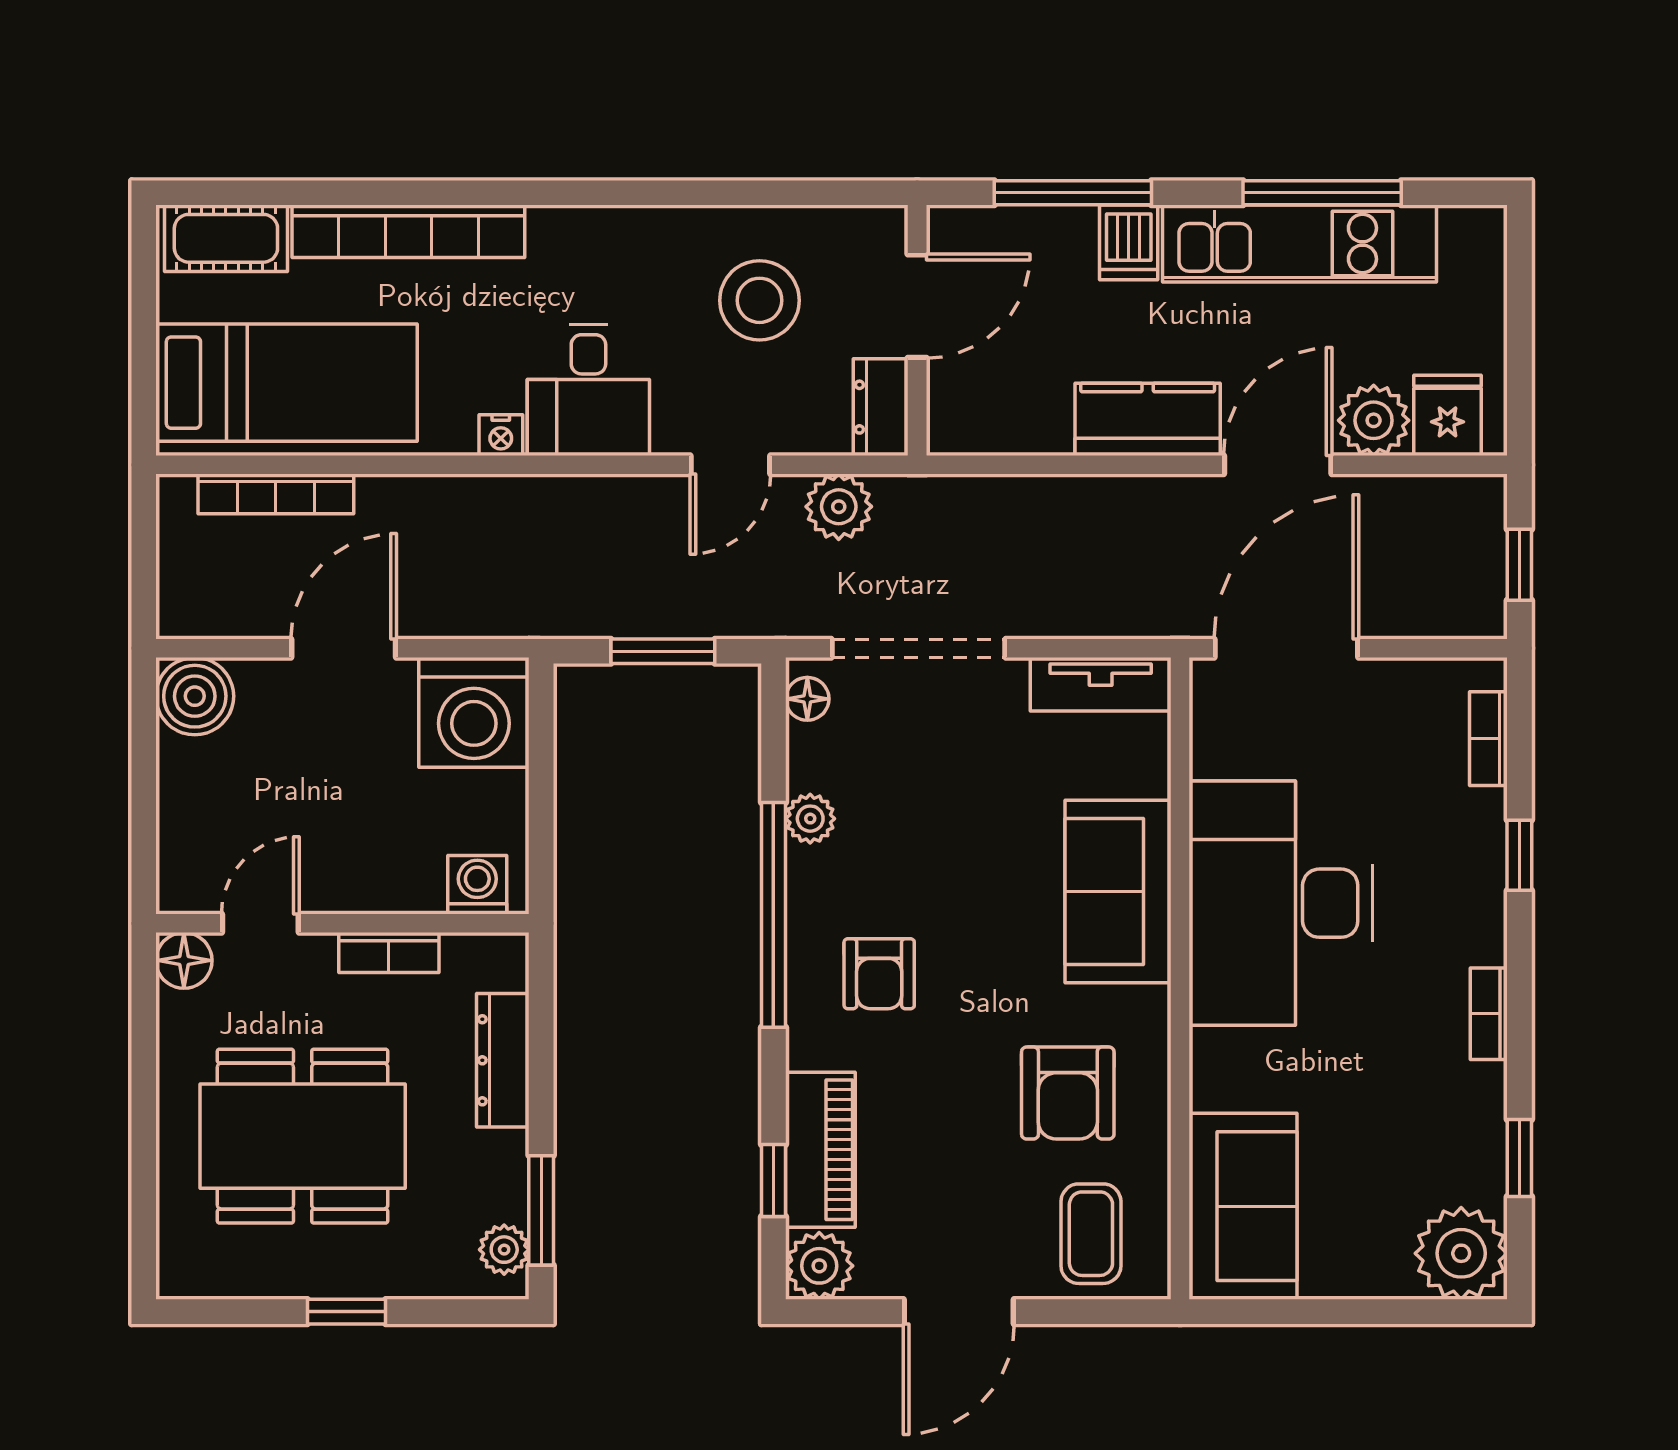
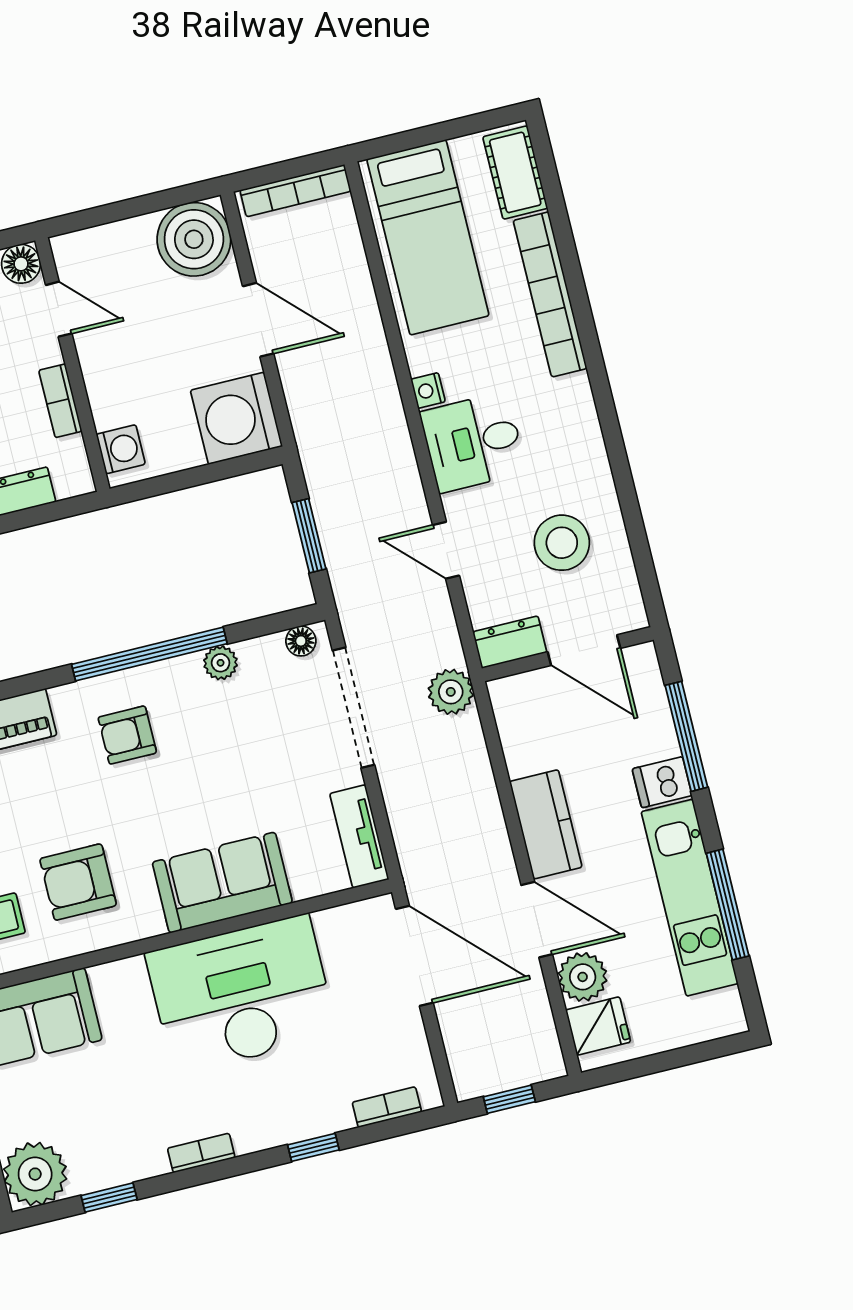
bookcase: (276, 494) -> (295, 191), moved, turned -90
plant: (839, 507) -> (451, 692), moved
boiler: (195, 696) -> (194, 239), width x1.37, depth x1.37

